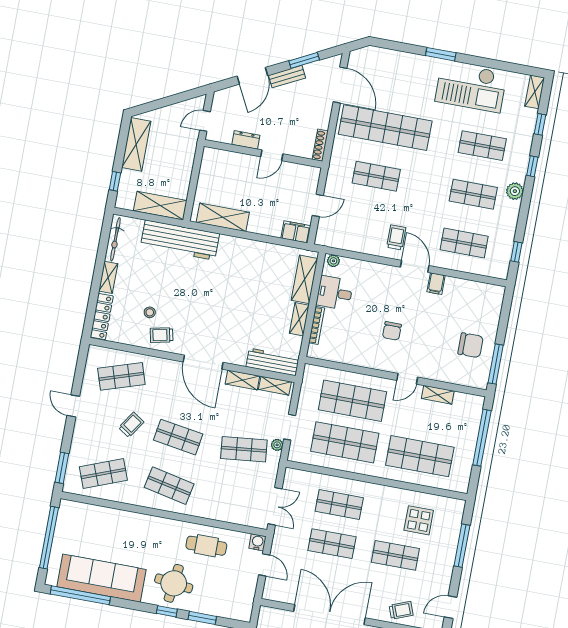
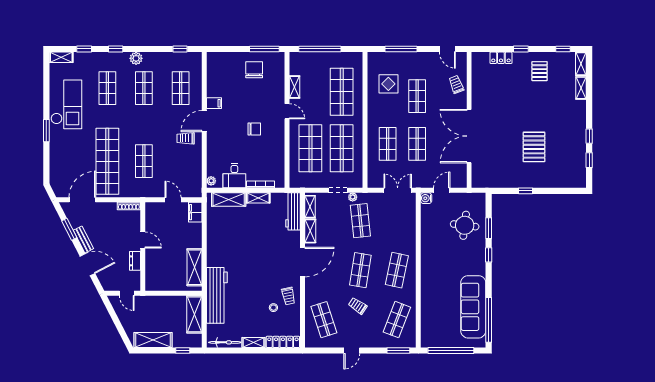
shop shelf: (103, 473) -> (397, 320), turned 42
cafe table: (206, 546) -> (436, 235), removed
round table: (174, 583) -> (465, 225), moved

